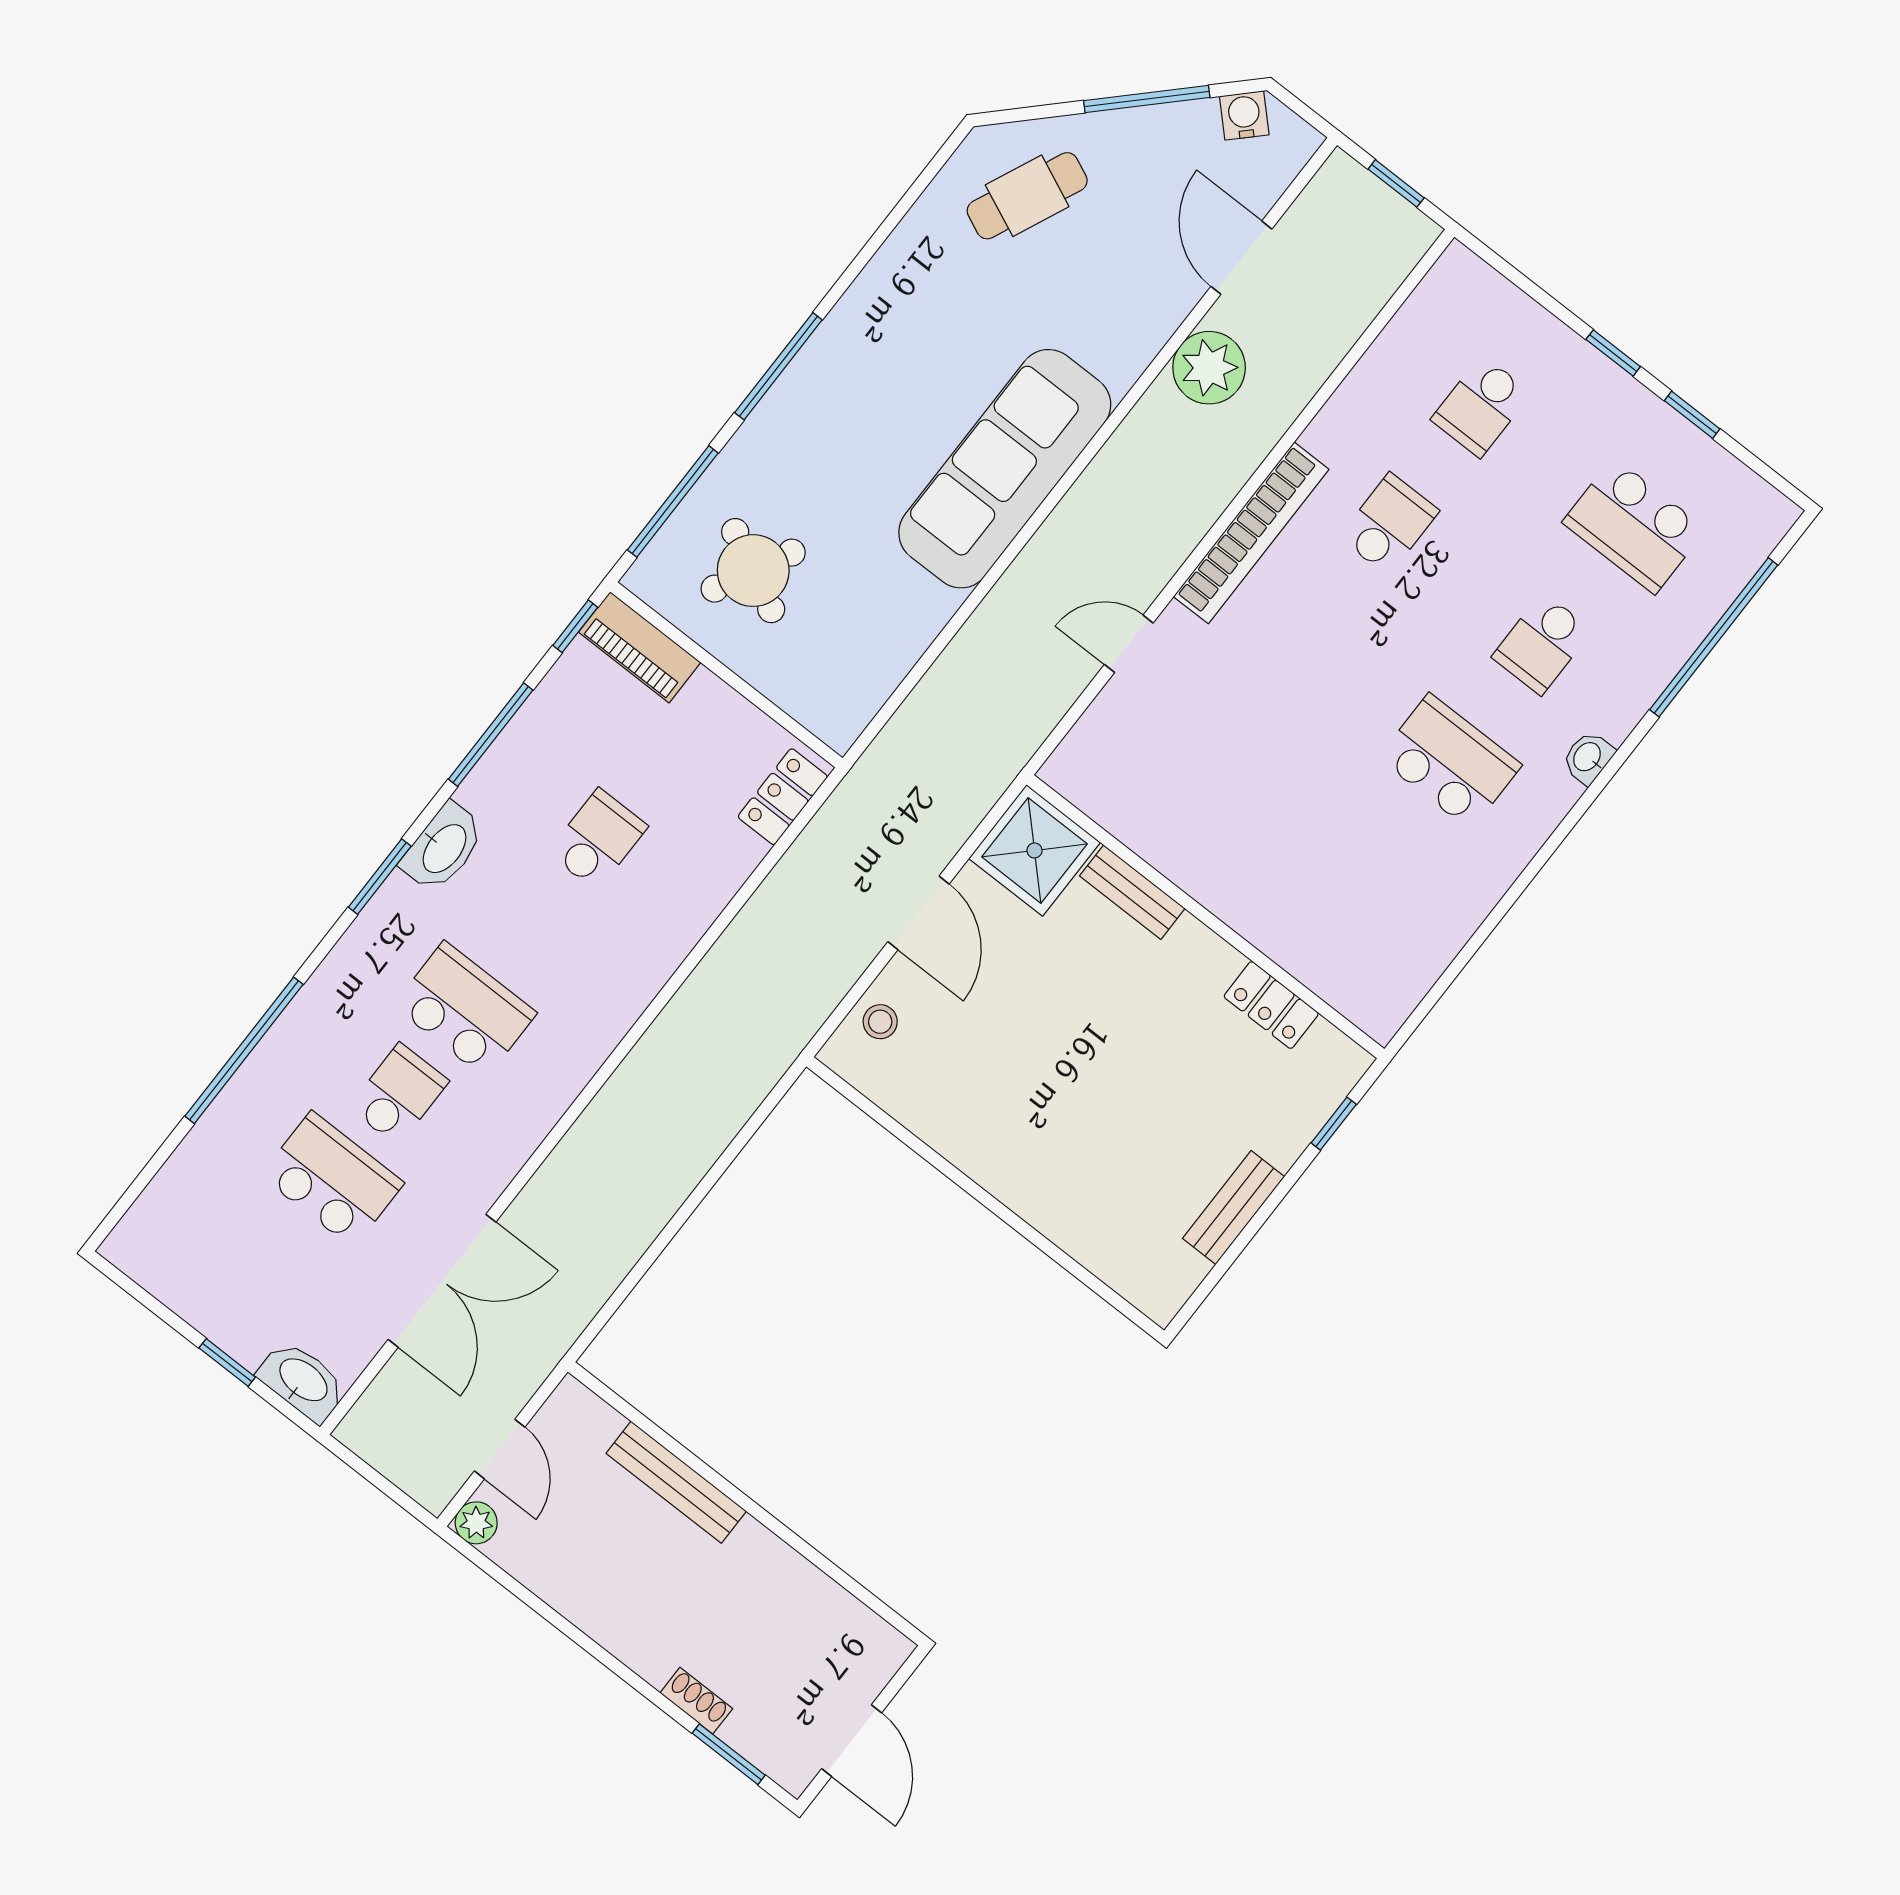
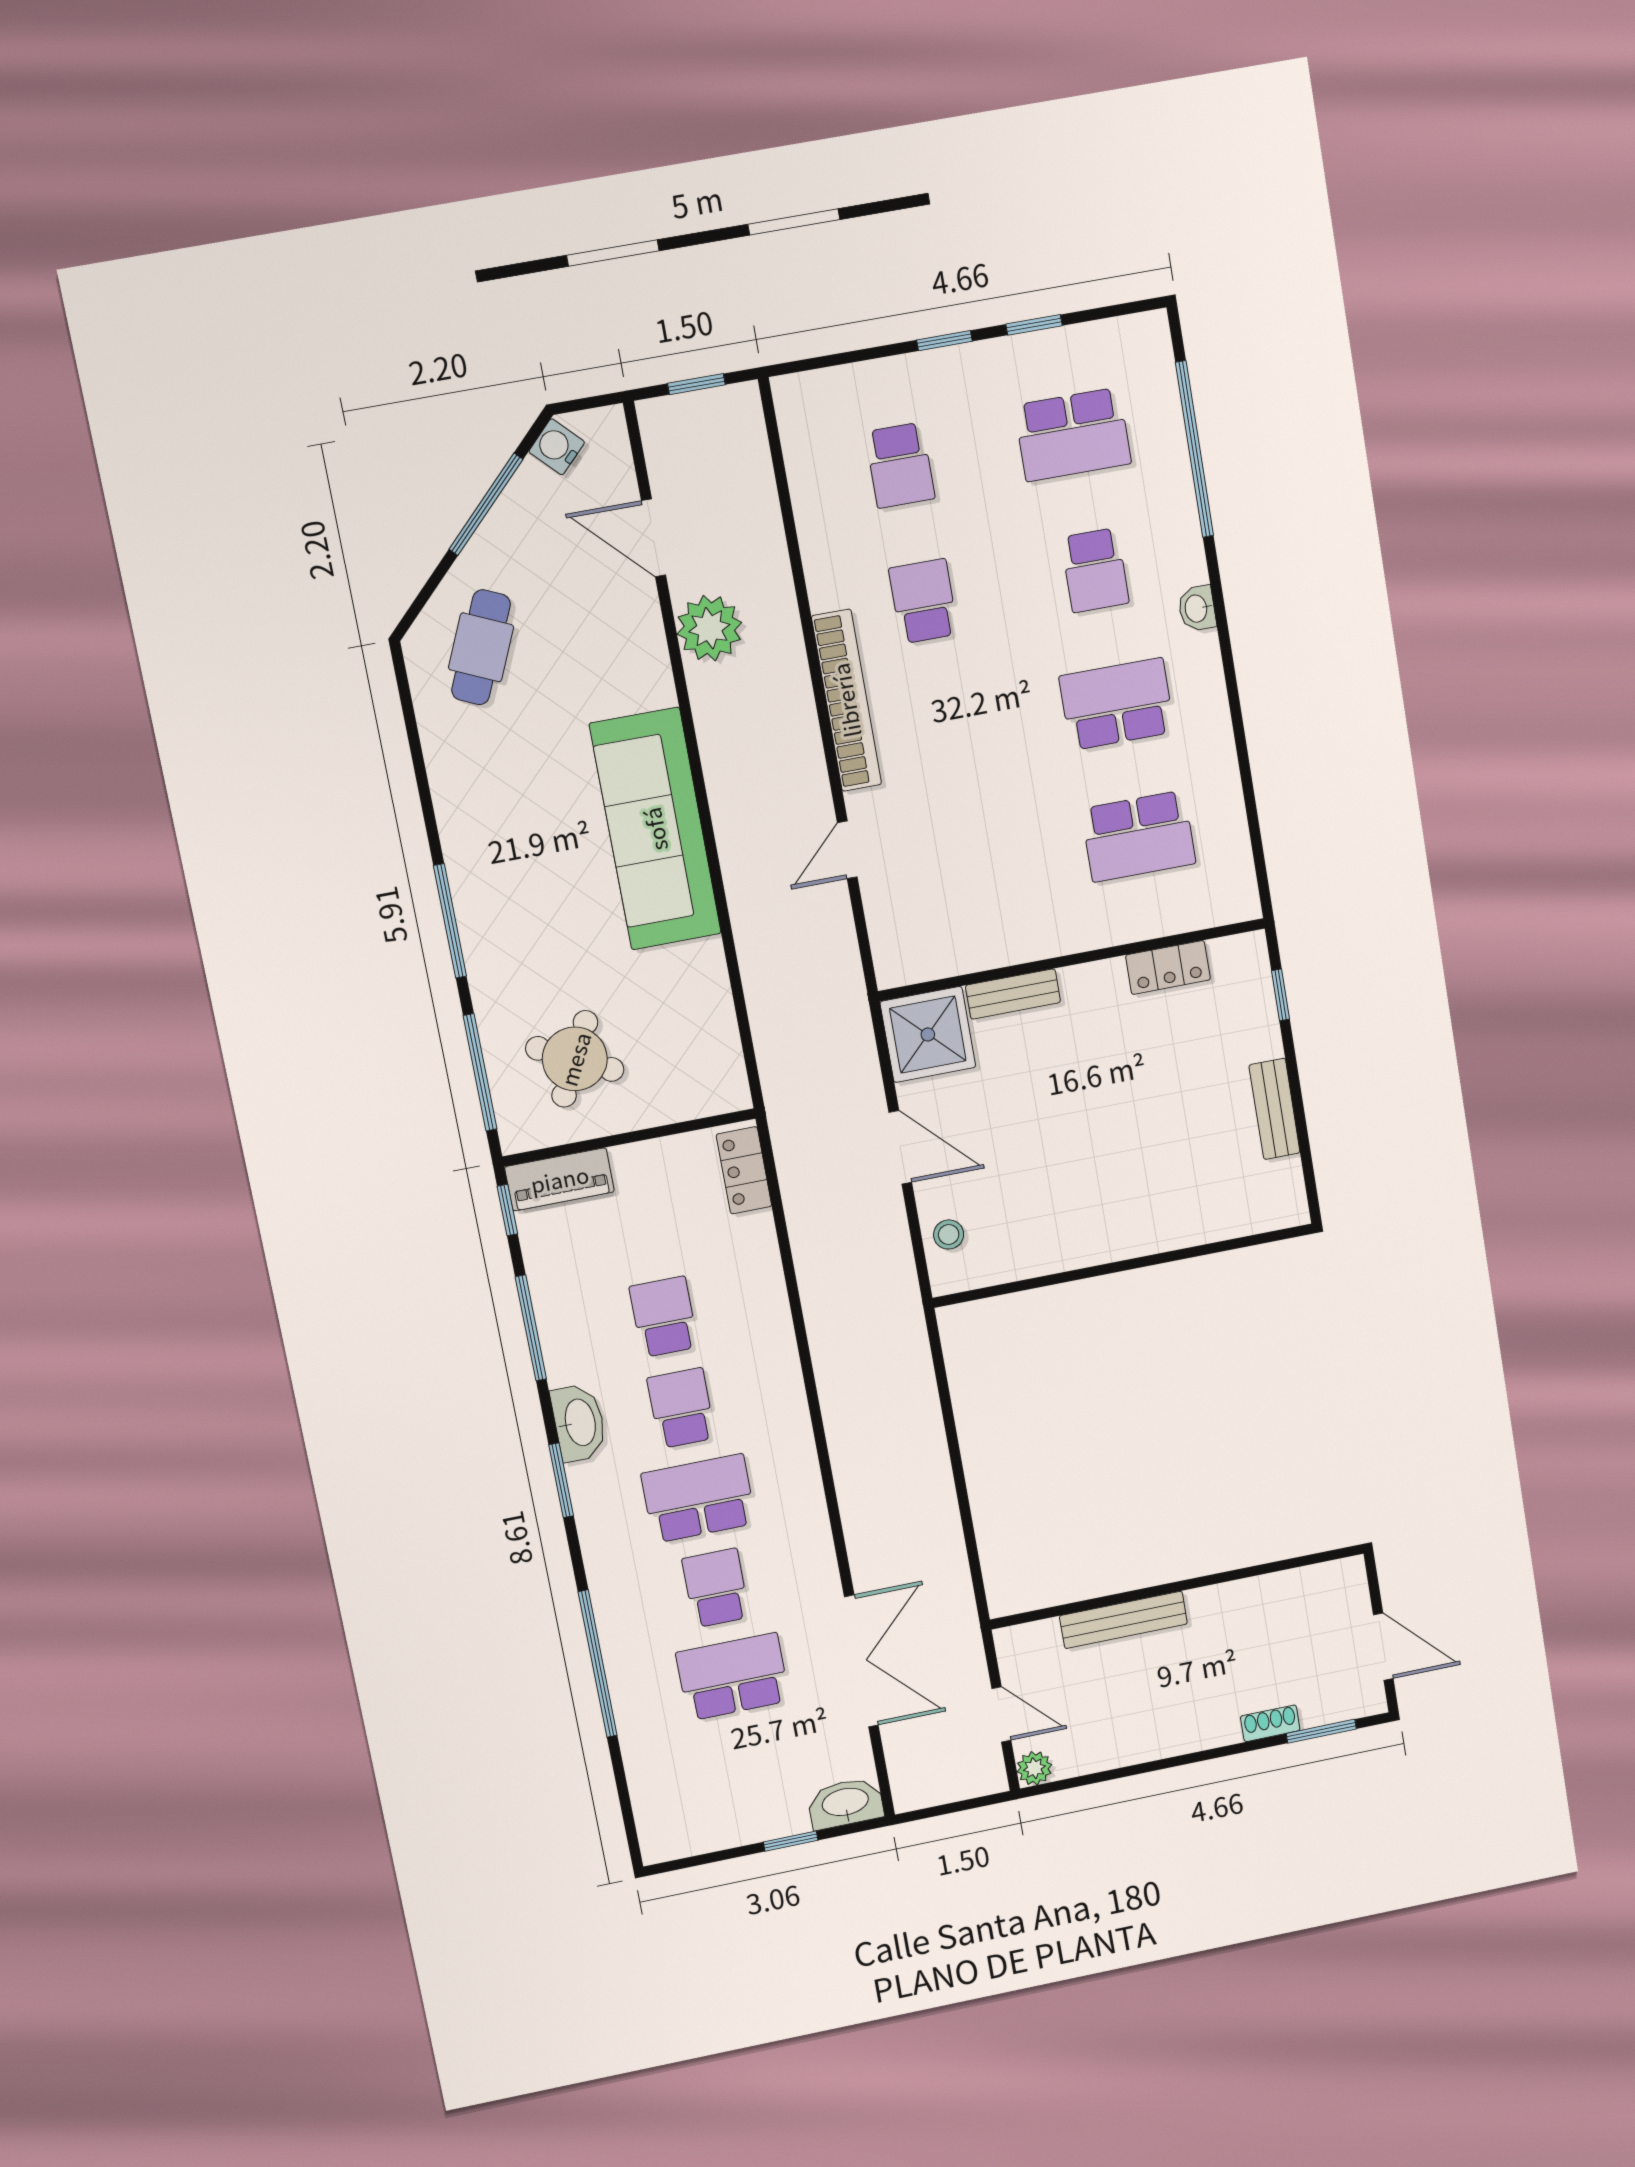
school desk: (1358, 879) -> (1138, 836), added
school desk: (531, 924) -> (681, 1408), added

